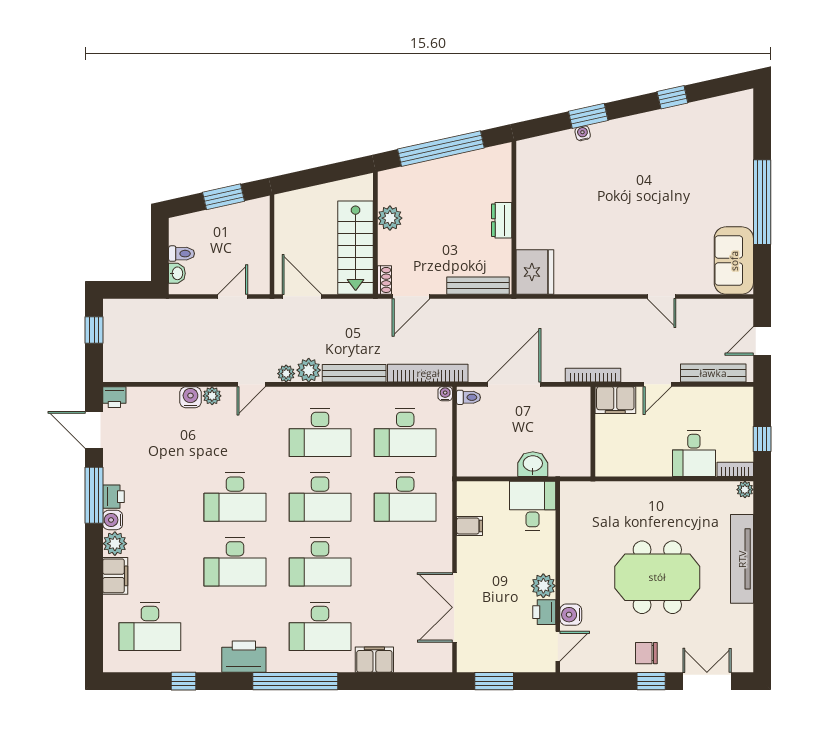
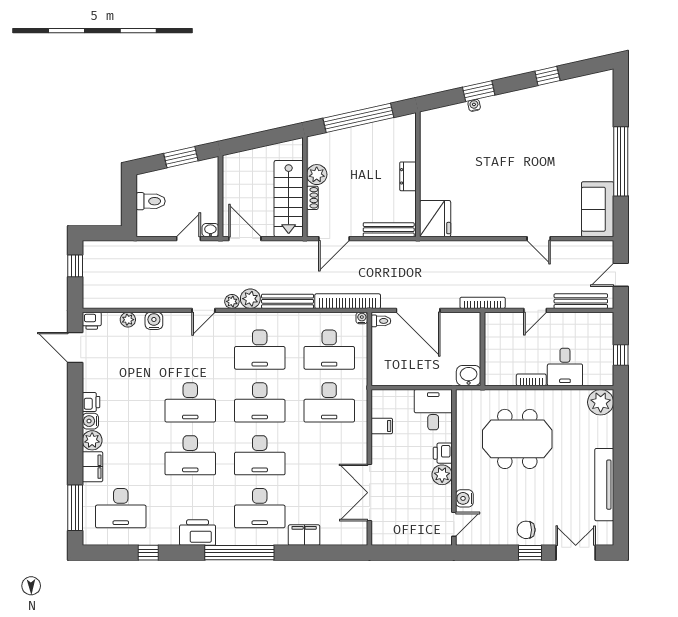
toilet: (182, 254) -> (151, 201), width x1.37, depth x1.39
washbasin: (177, 273) -> (210, 230), moved, turned -90
shoe rack: (385, 280) -> (312, 198), moved
door: (514, 384) -> (418, 310), swing flipped
plant: (212, 396) -> (128, 320), moved
filing cabinet: (615, 400) -> (501, 323), removed
washbasin: (533, 464) -> (469, 376), moved
bookcase: (735, 469) -> (531, 380), moved
plant: (745, 490) -> (601, 402), width x1.87, depth x1.87
window: (94, 495) -> (75, 508), moved
tv unit: (742, 559) -> (604, 485), moved
meeting table: (657, 577) -> (517, 439), moved
printer: (544, 612) -> (443, 453), moved
window: (494, 681) -> (402, 553), removed

